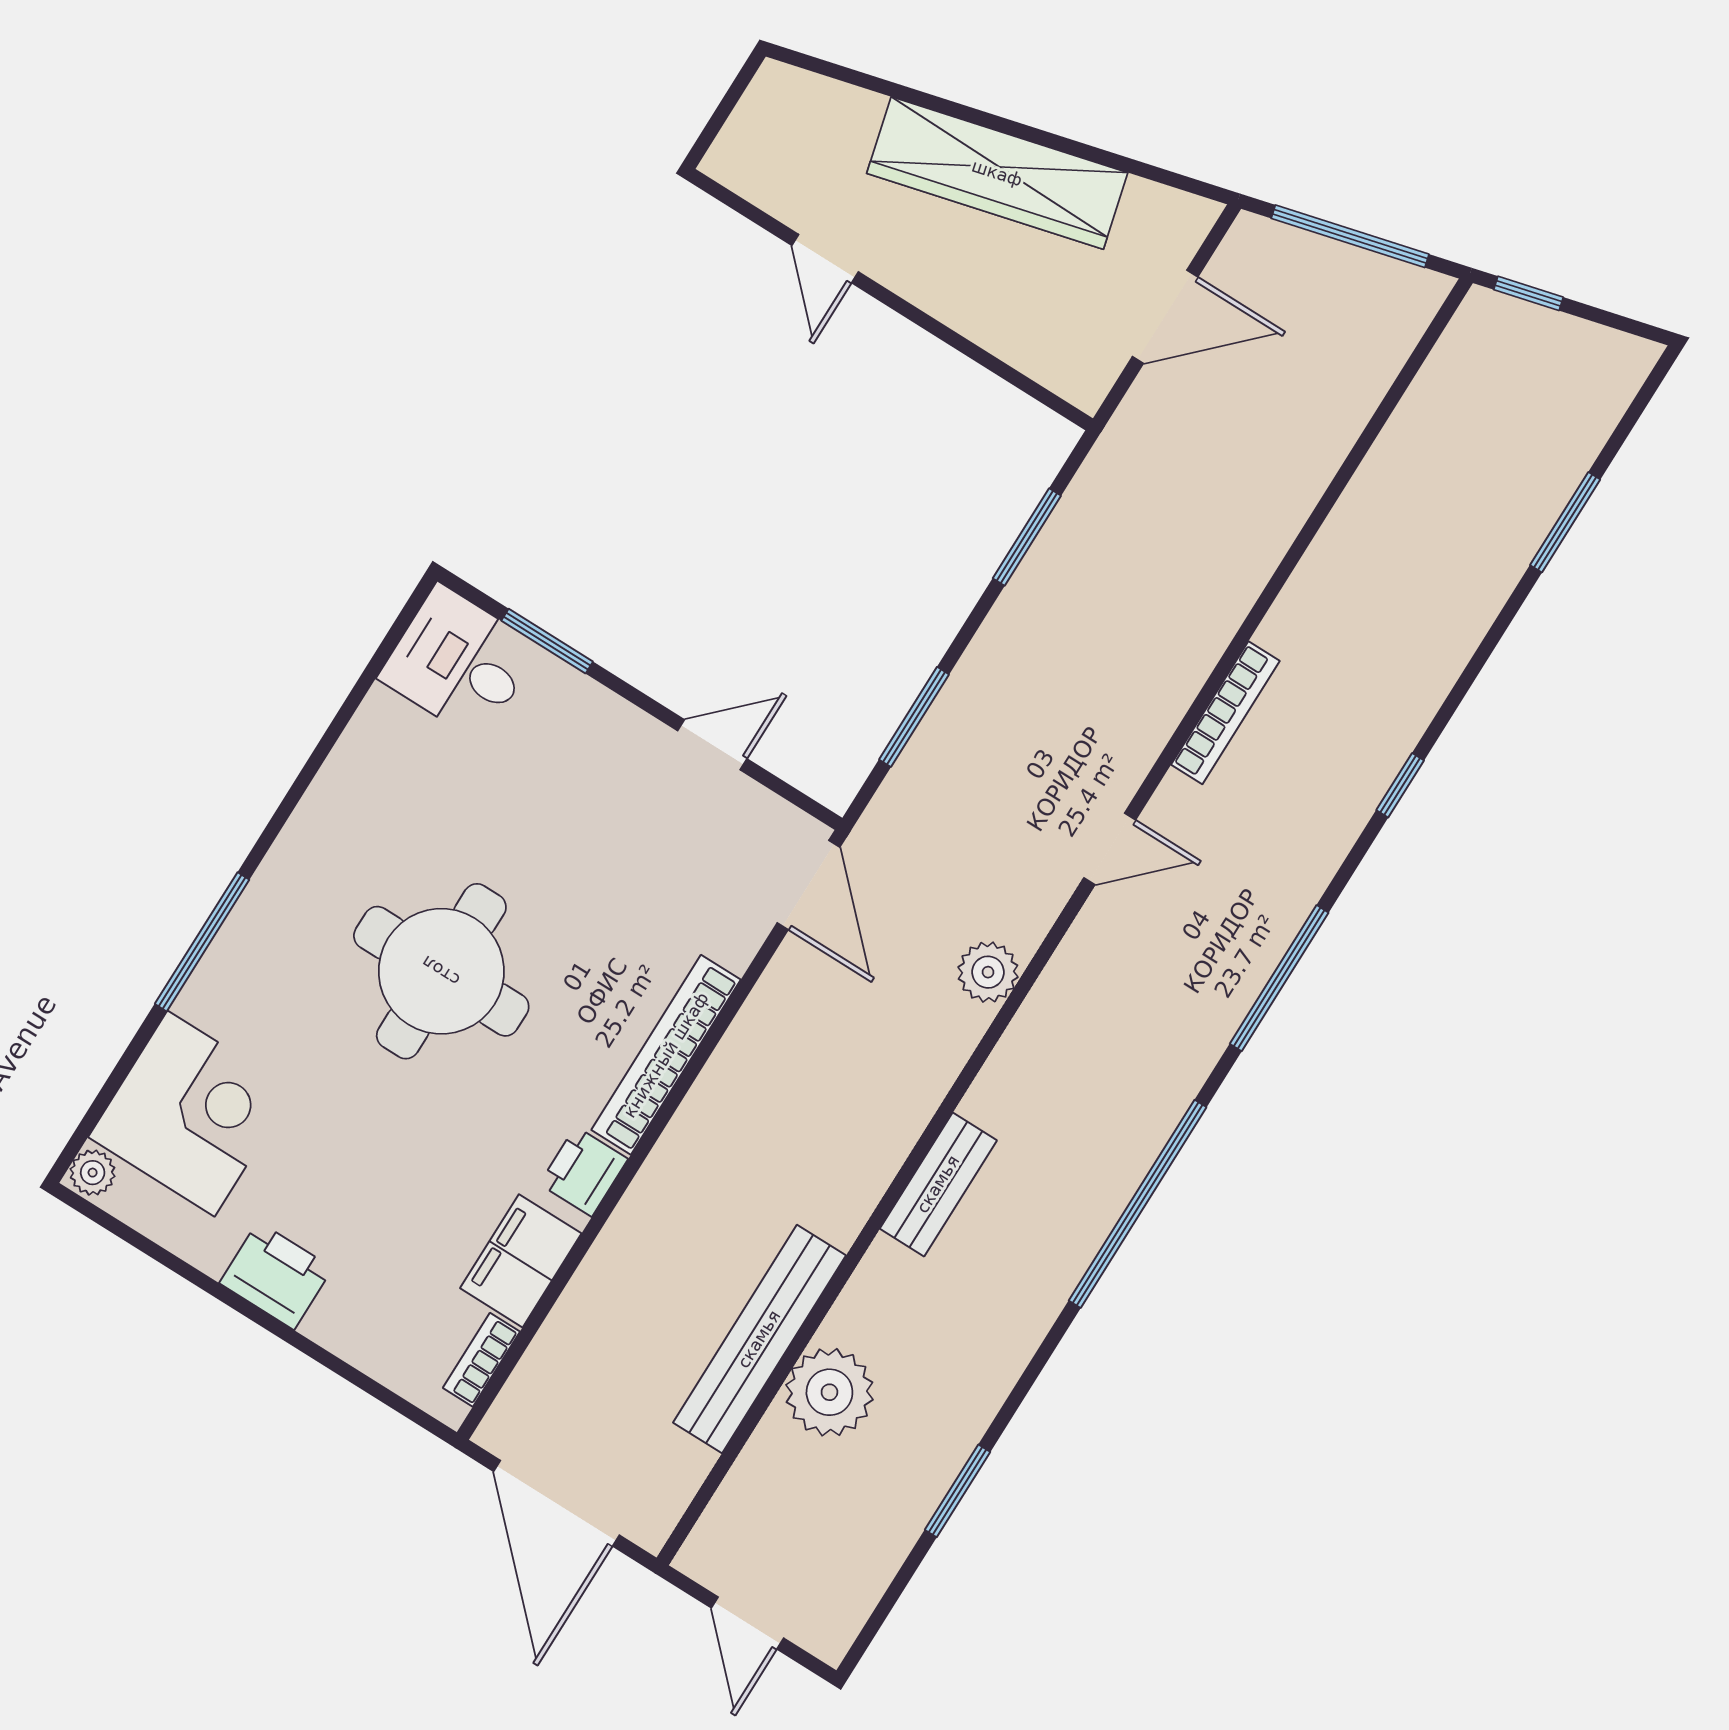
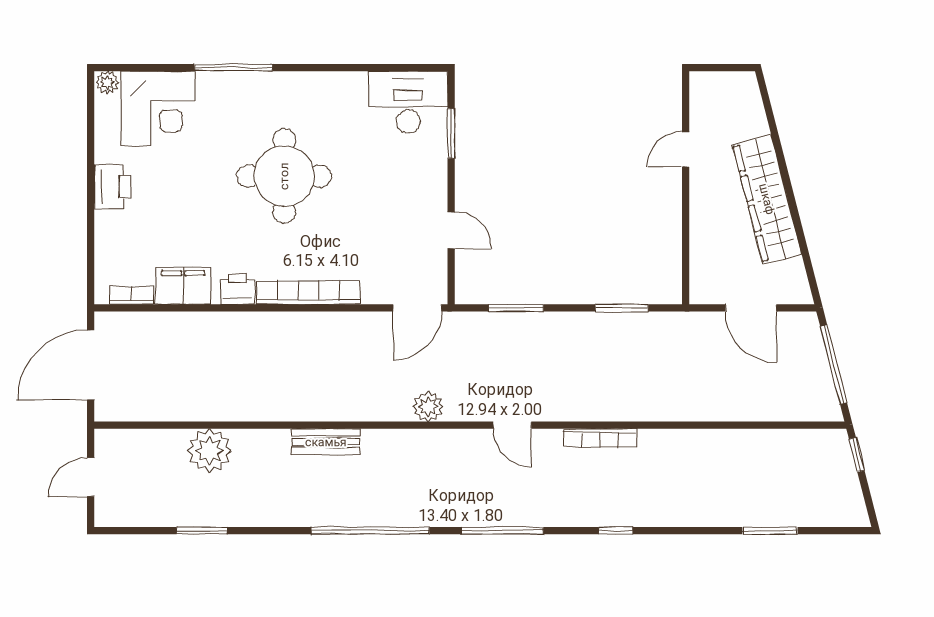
desk: (459, 663) -> (408, 102), width x1.37
bench: (759, 1339) -> (213, 407), removed

